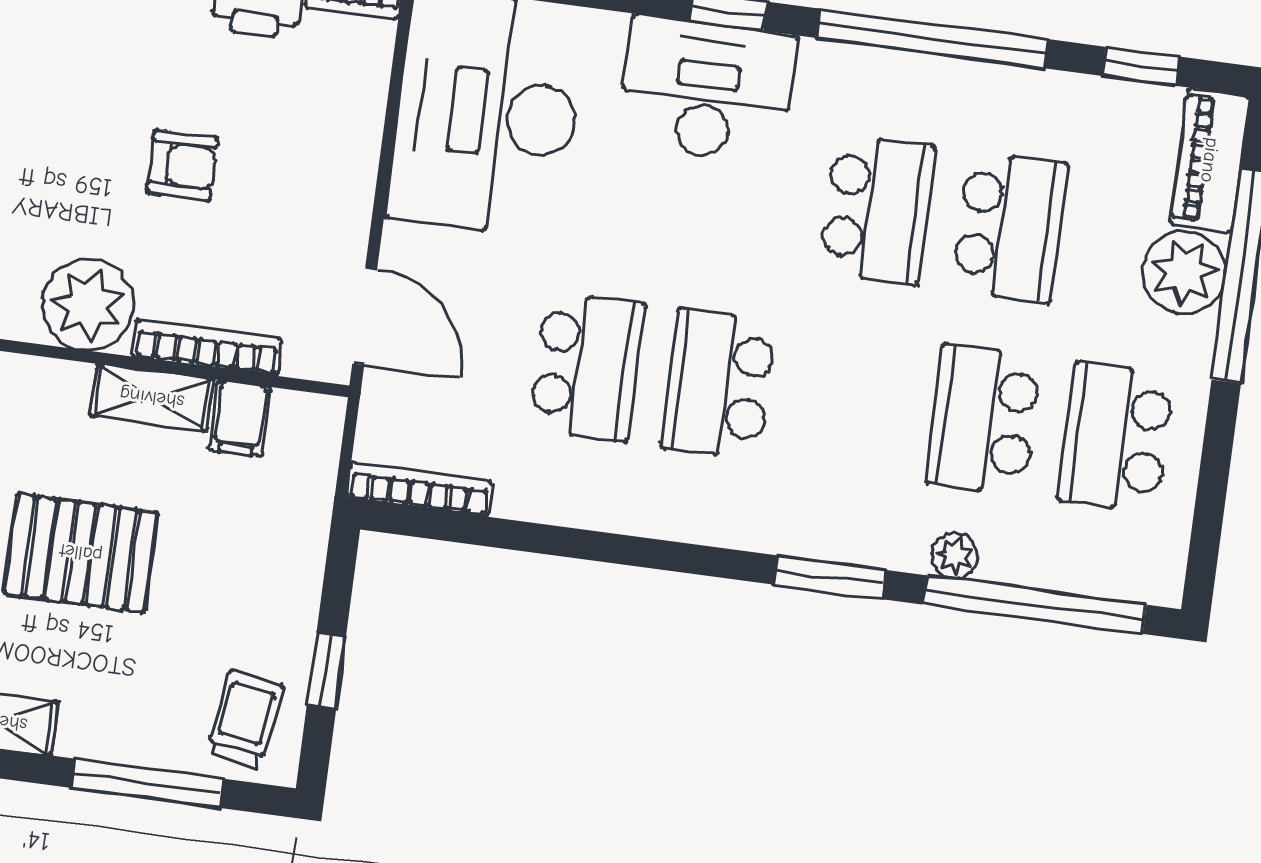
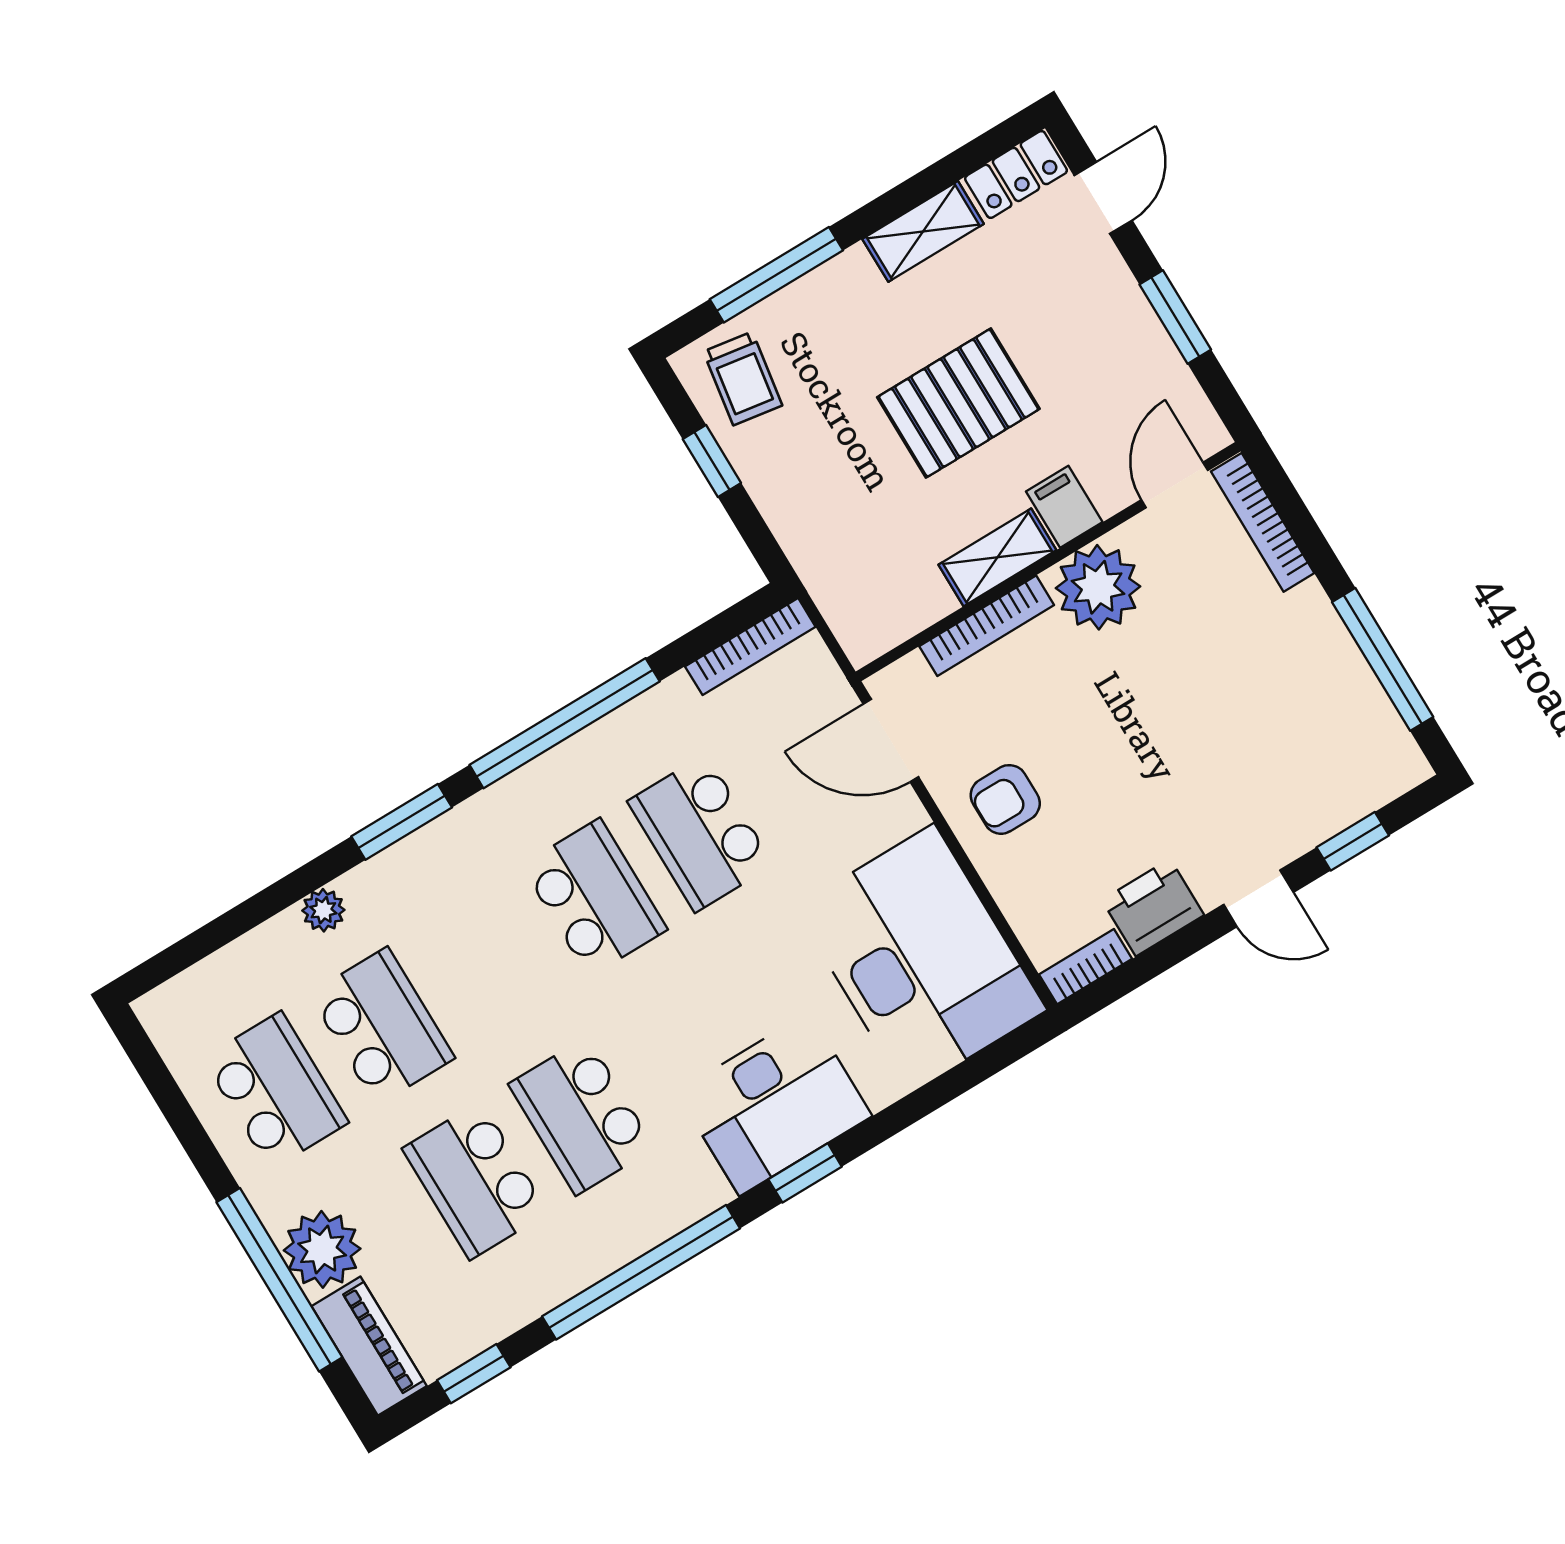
armchair: (182, 165) -> (1005, 799), moved
filing cabinet: (240, 419) -> (1064, 507), moved
window: (1035, 605) -> (565, 723), moved

